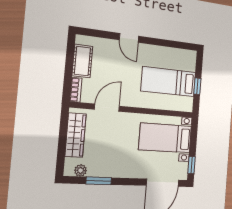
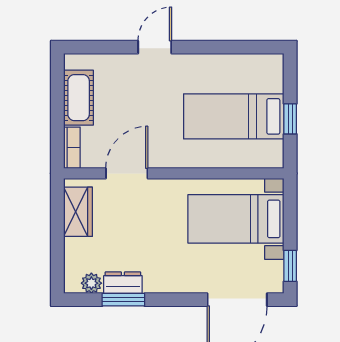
door: (129, 38) -> (155, 47), swing flipped
wardrobe: (76, 135) -> (78, 212), width x0.67
dresser: (99, 171) -> (123, 283), added

